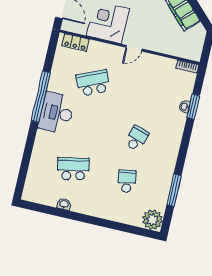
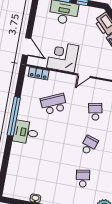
desk: (57, 113) -> (26, 132), width x0.73
school desk: (73, 169) -> (95, 112), moved, width x0.54

